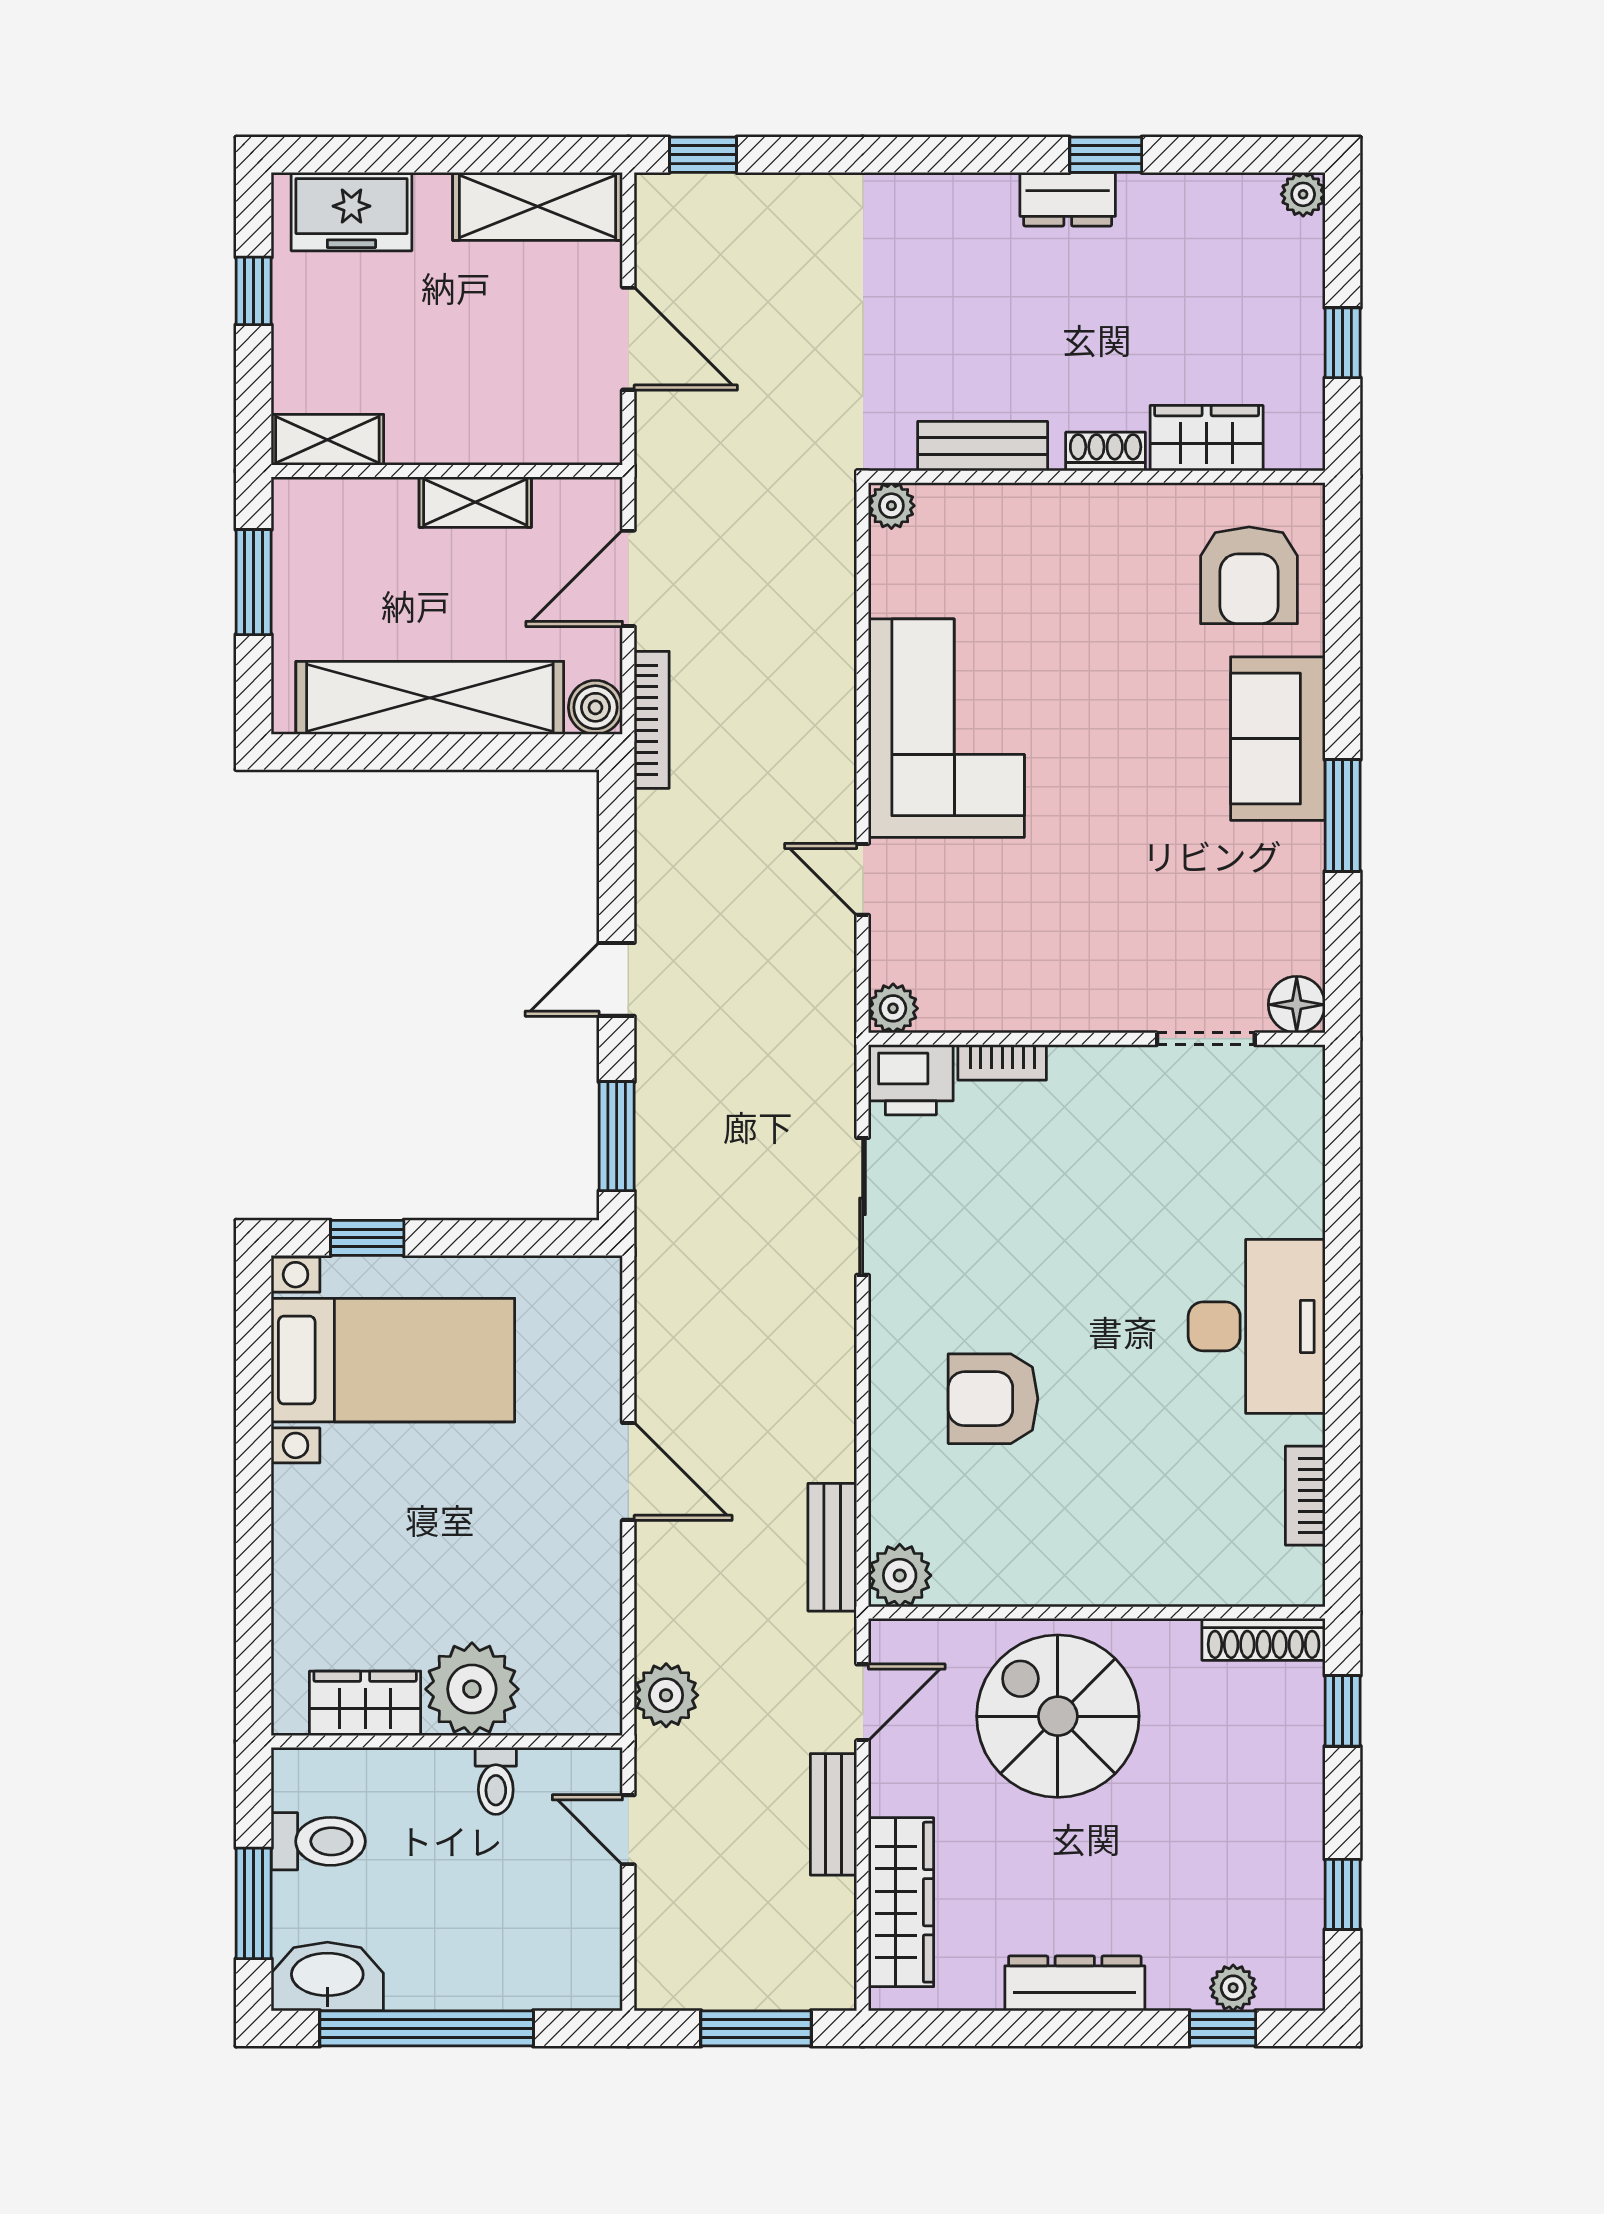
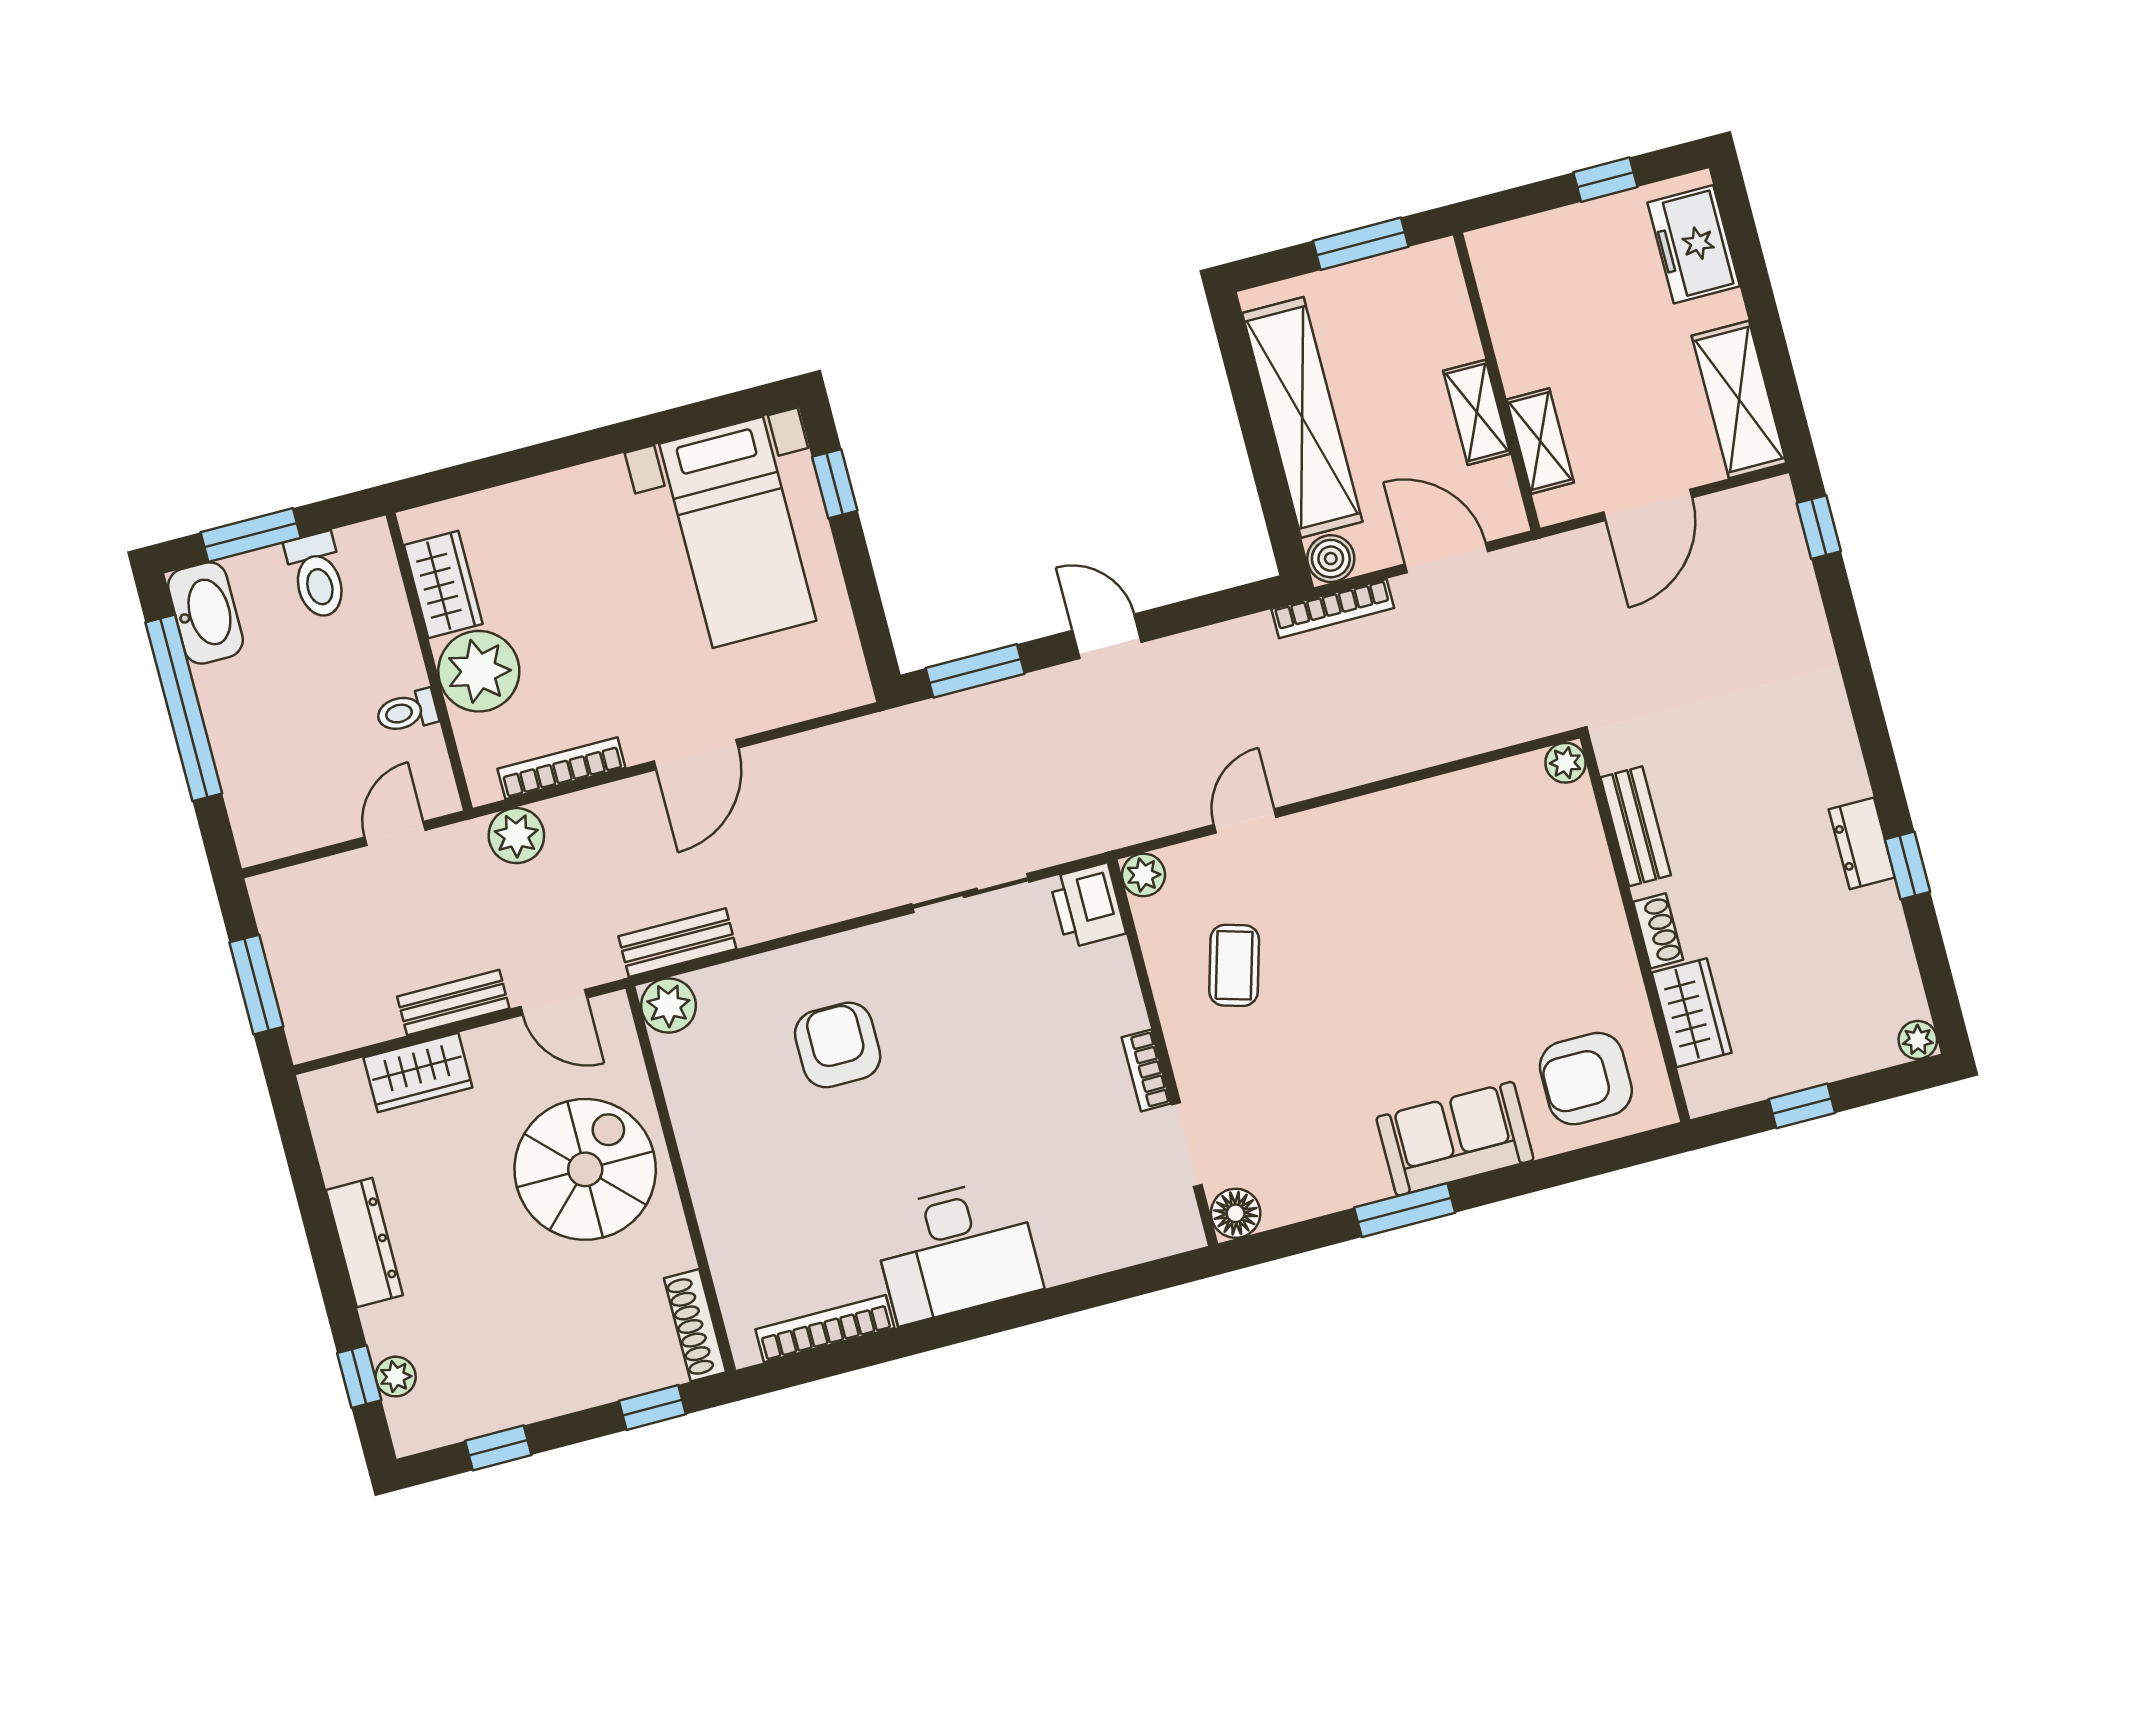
shelving: (327, 440) -> (1540, 441), moved
corner sofa: (946, 728) -> (1391, 858), removed
coffee table: (1020, 934) -> (1234, 965), added
bookcase: (1002, 1062) -> (1146, 1070), moved
bookcase: (1305, 1496) -> (825, 1329), width x1.56
bookcase: (604, 1625) -> (561, 768), added
wardrobe: (901, 1902) -> (418, 1072), width x0.67

